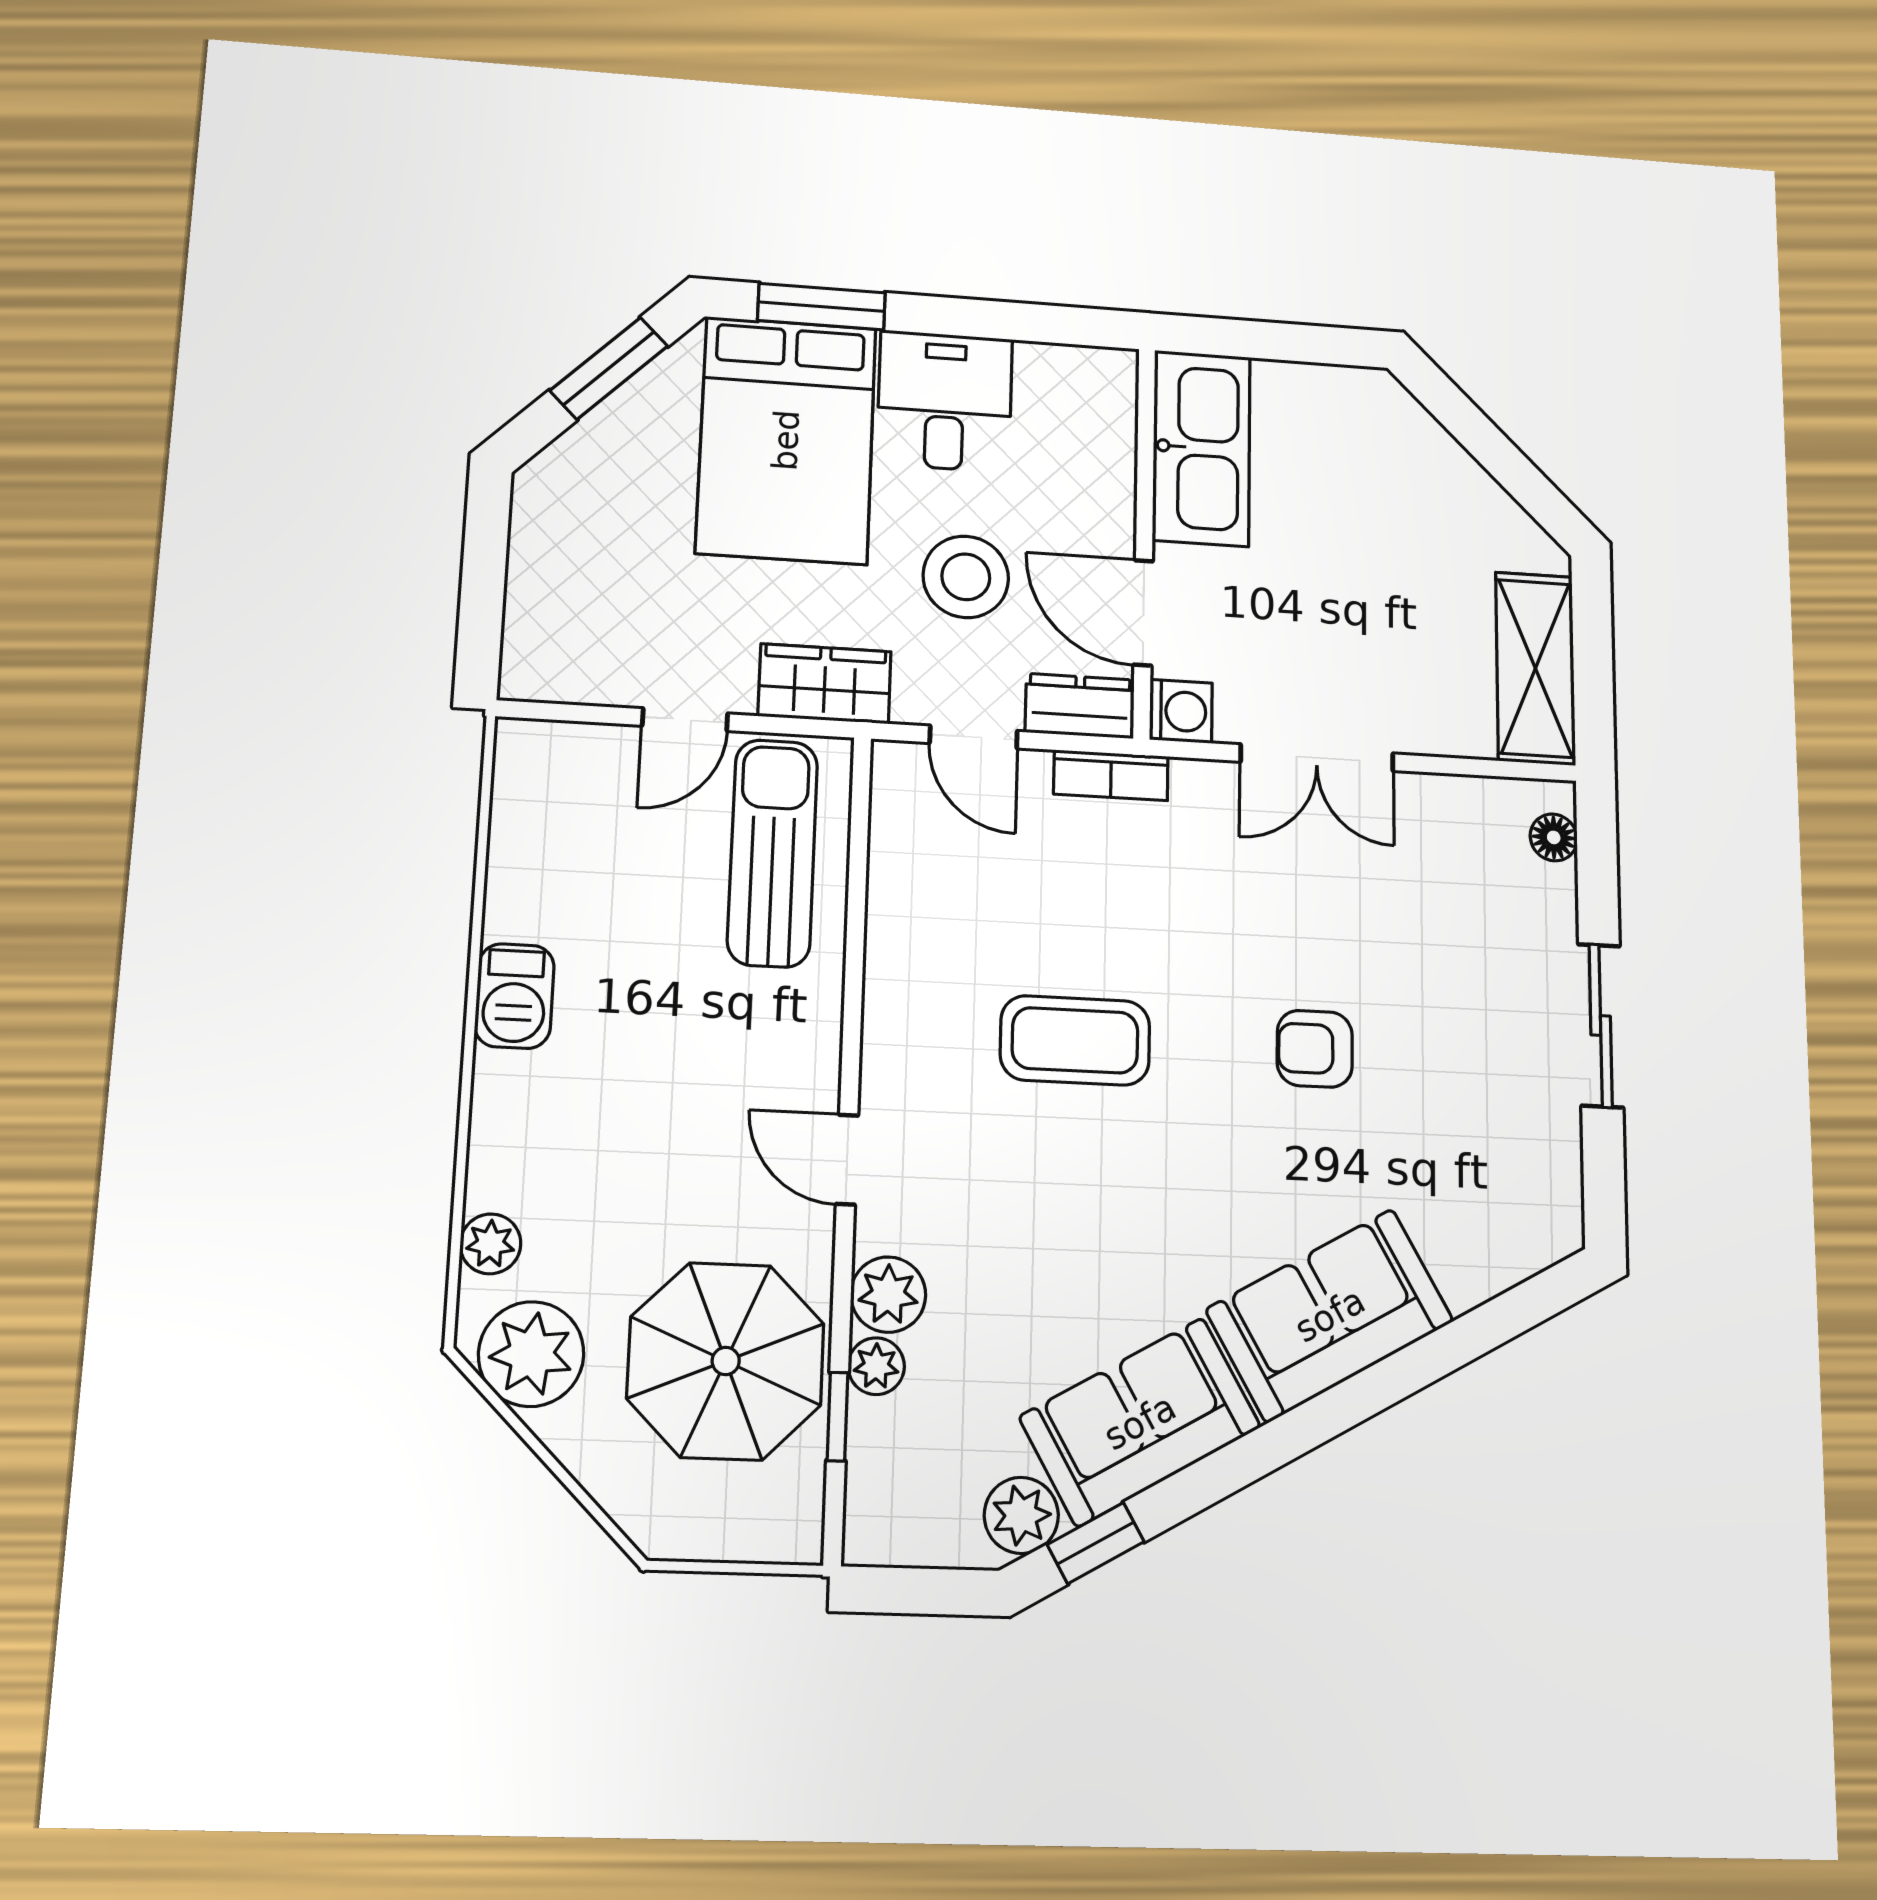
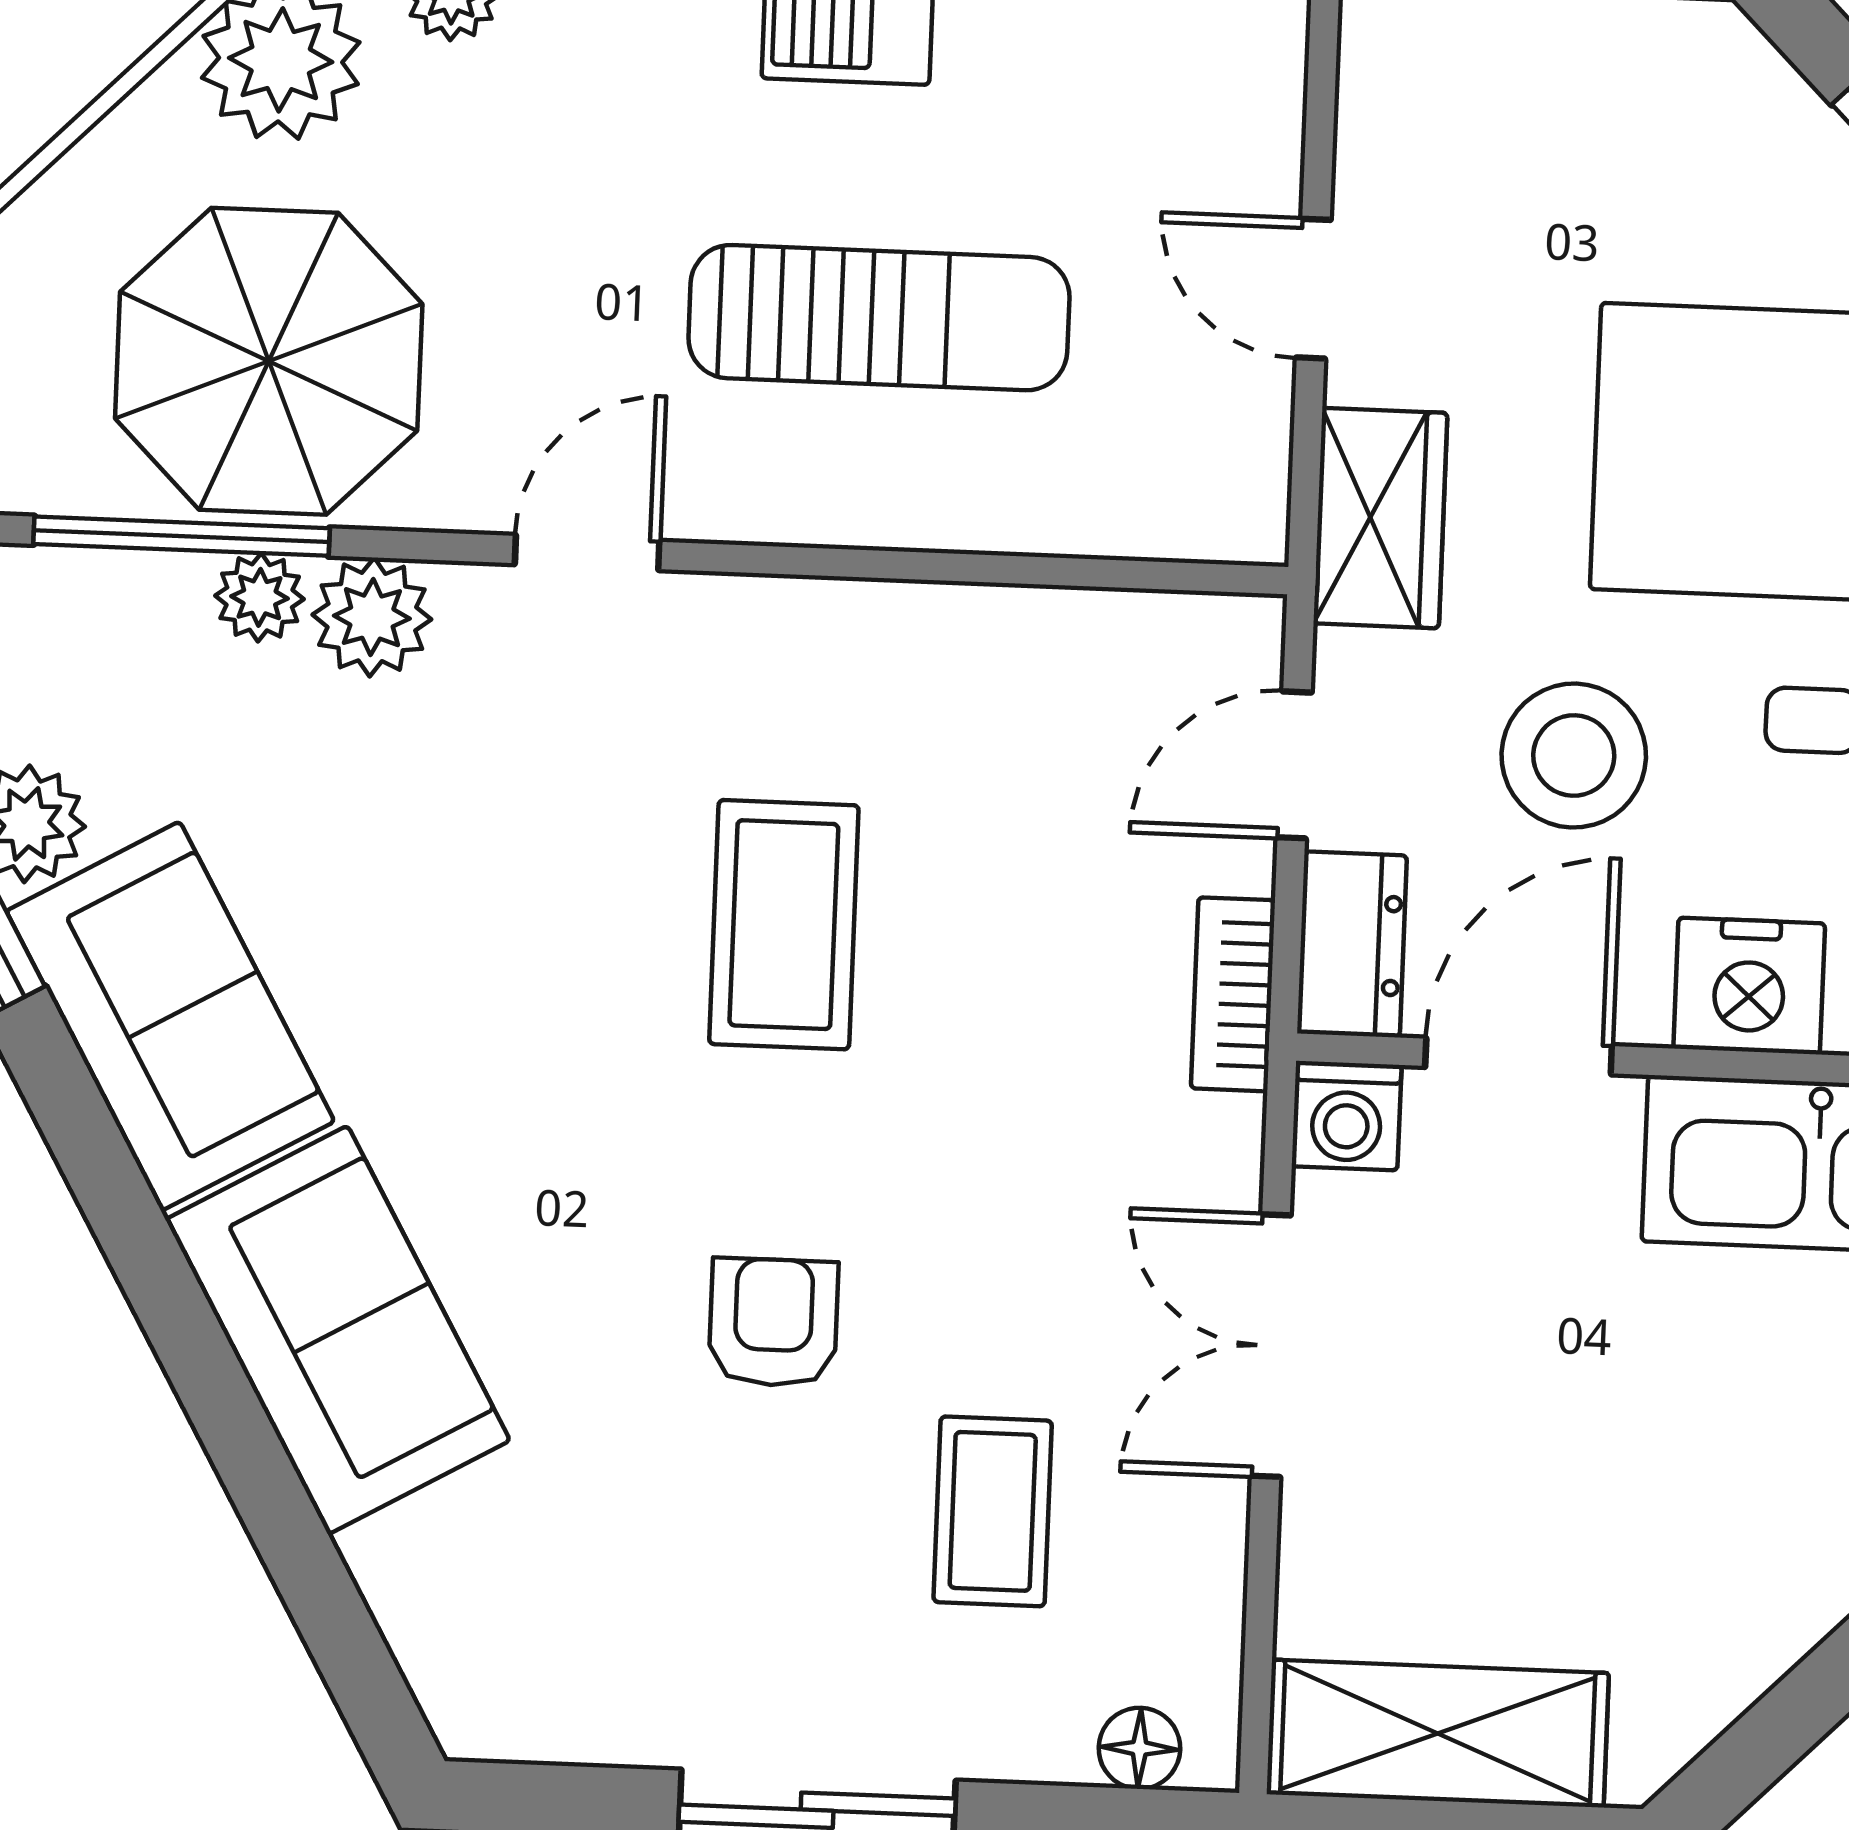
nightstand: (1099, 483) -> (1749, 986), added
sun lounger: (772, 853) -> (879, 318), moved
coffee table: (1421, 920) -> (993, 1511), added
window: (837, 1417) -> (182, 536), width x2.17

